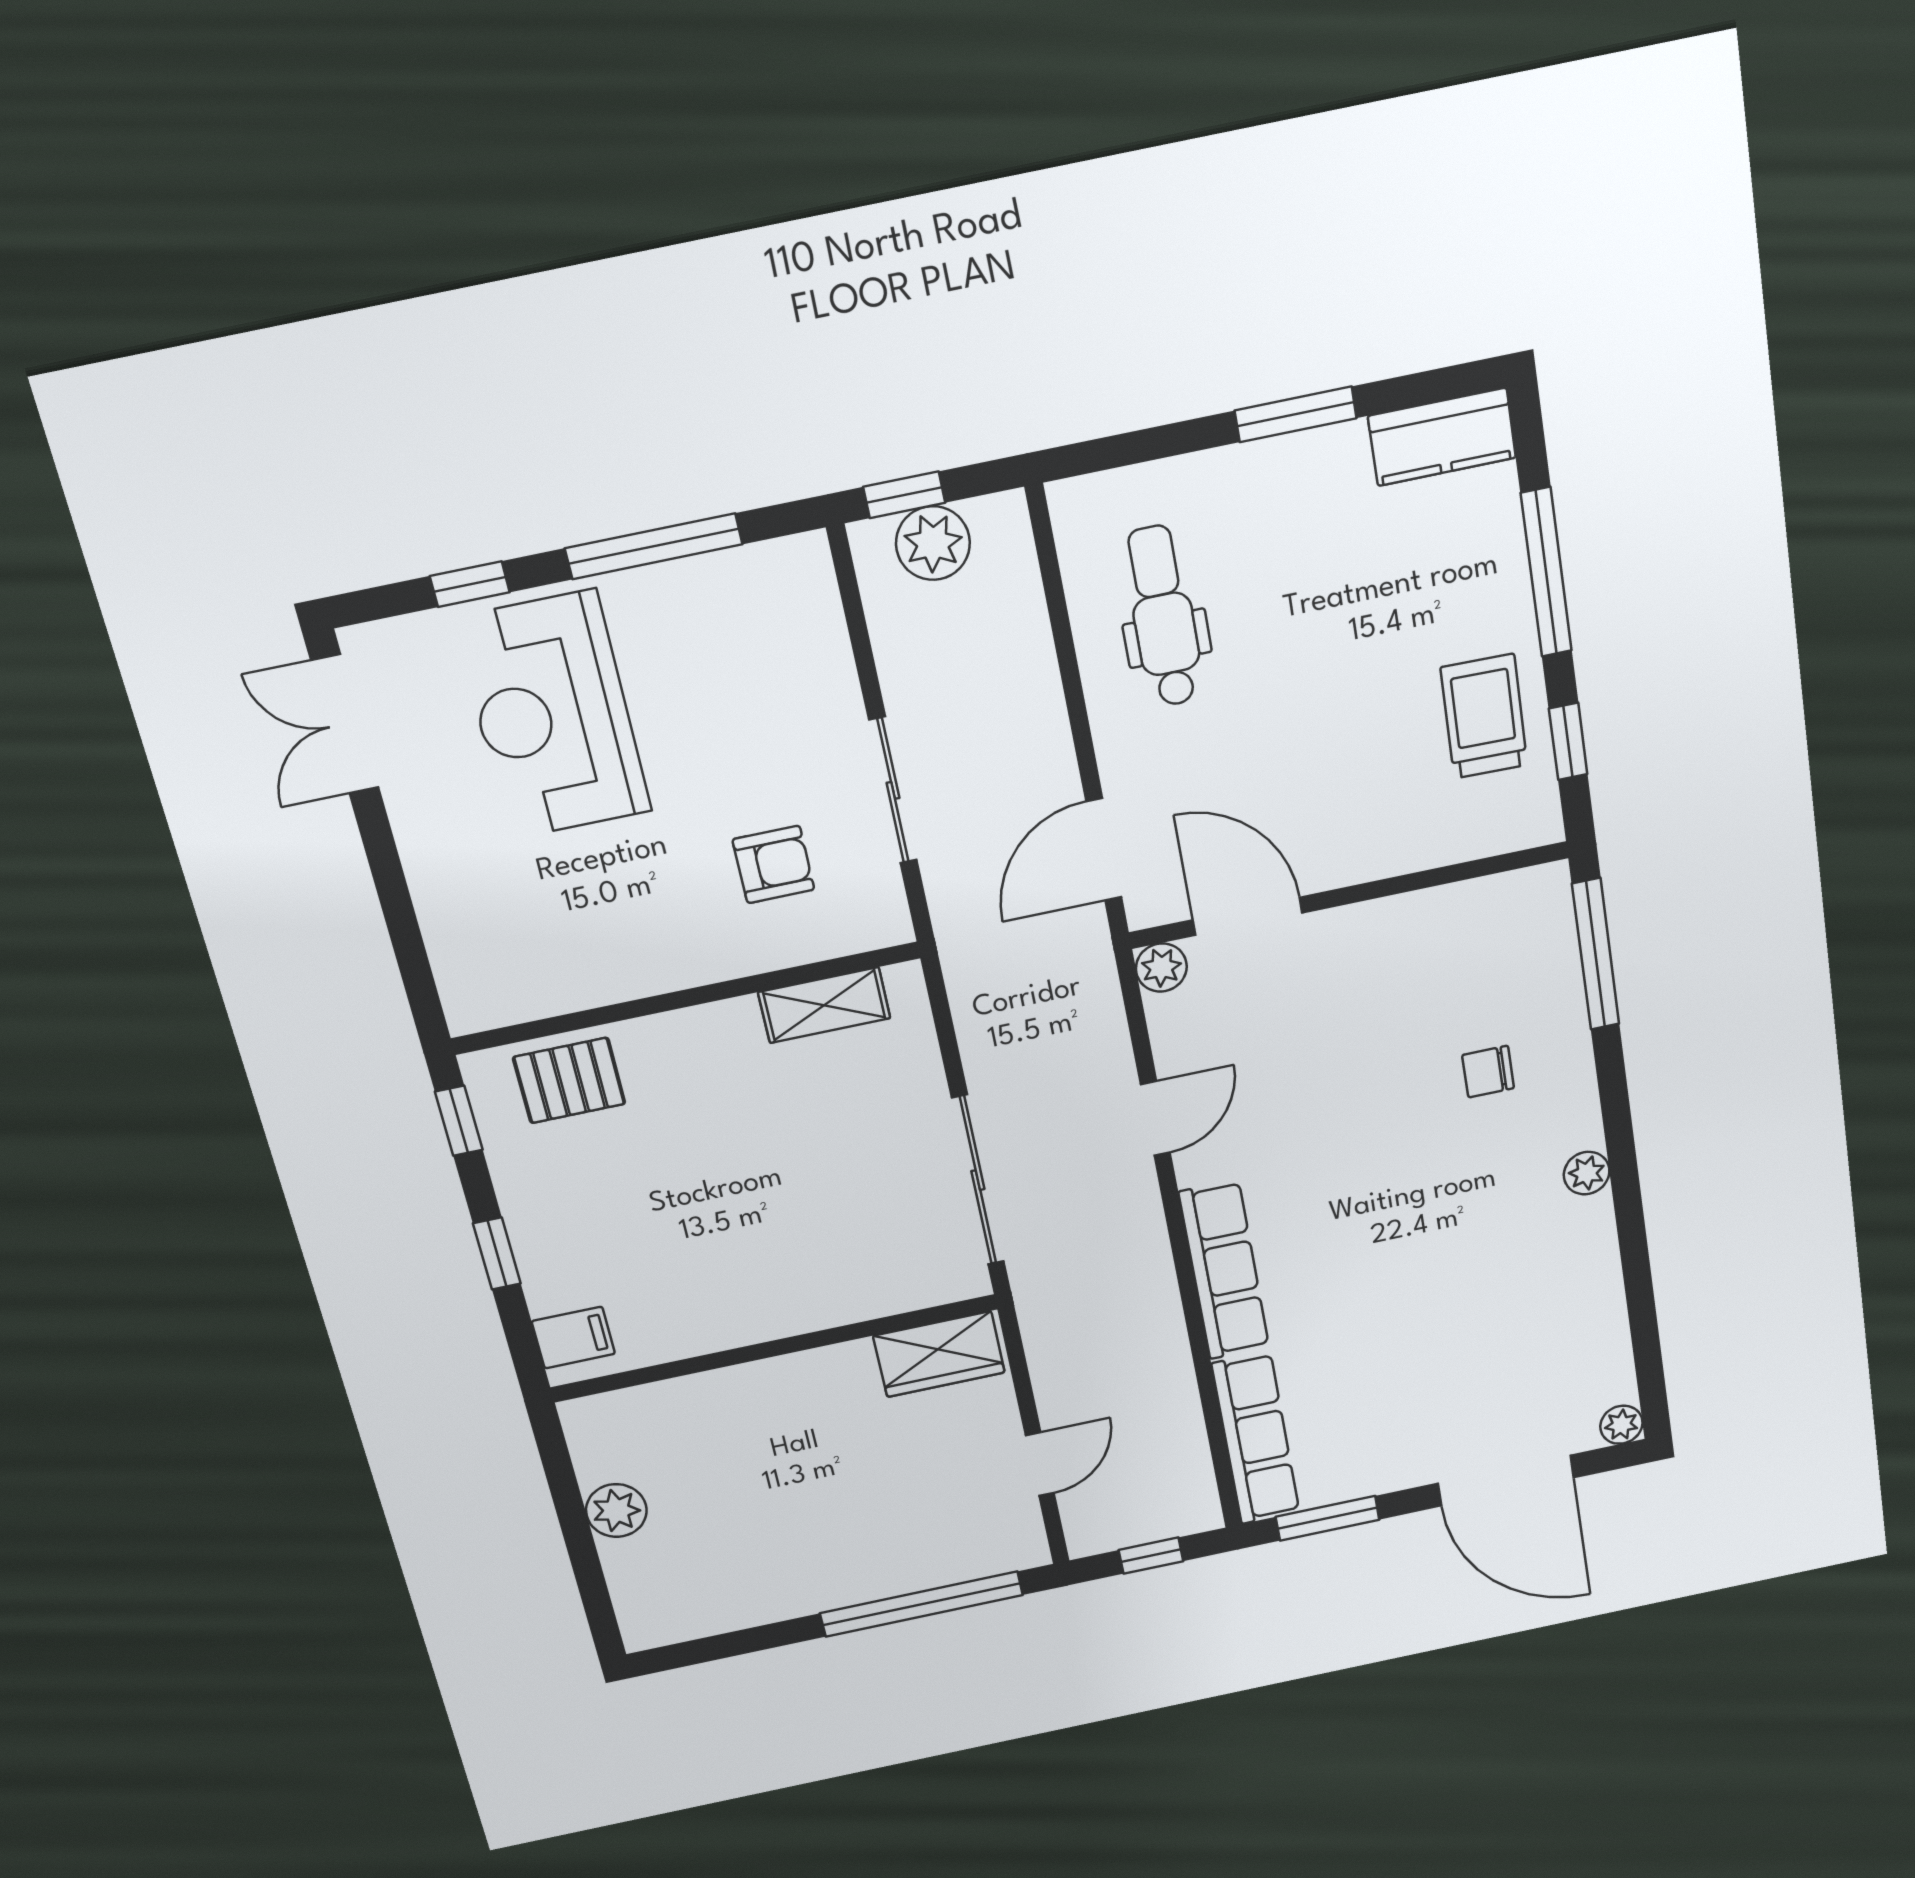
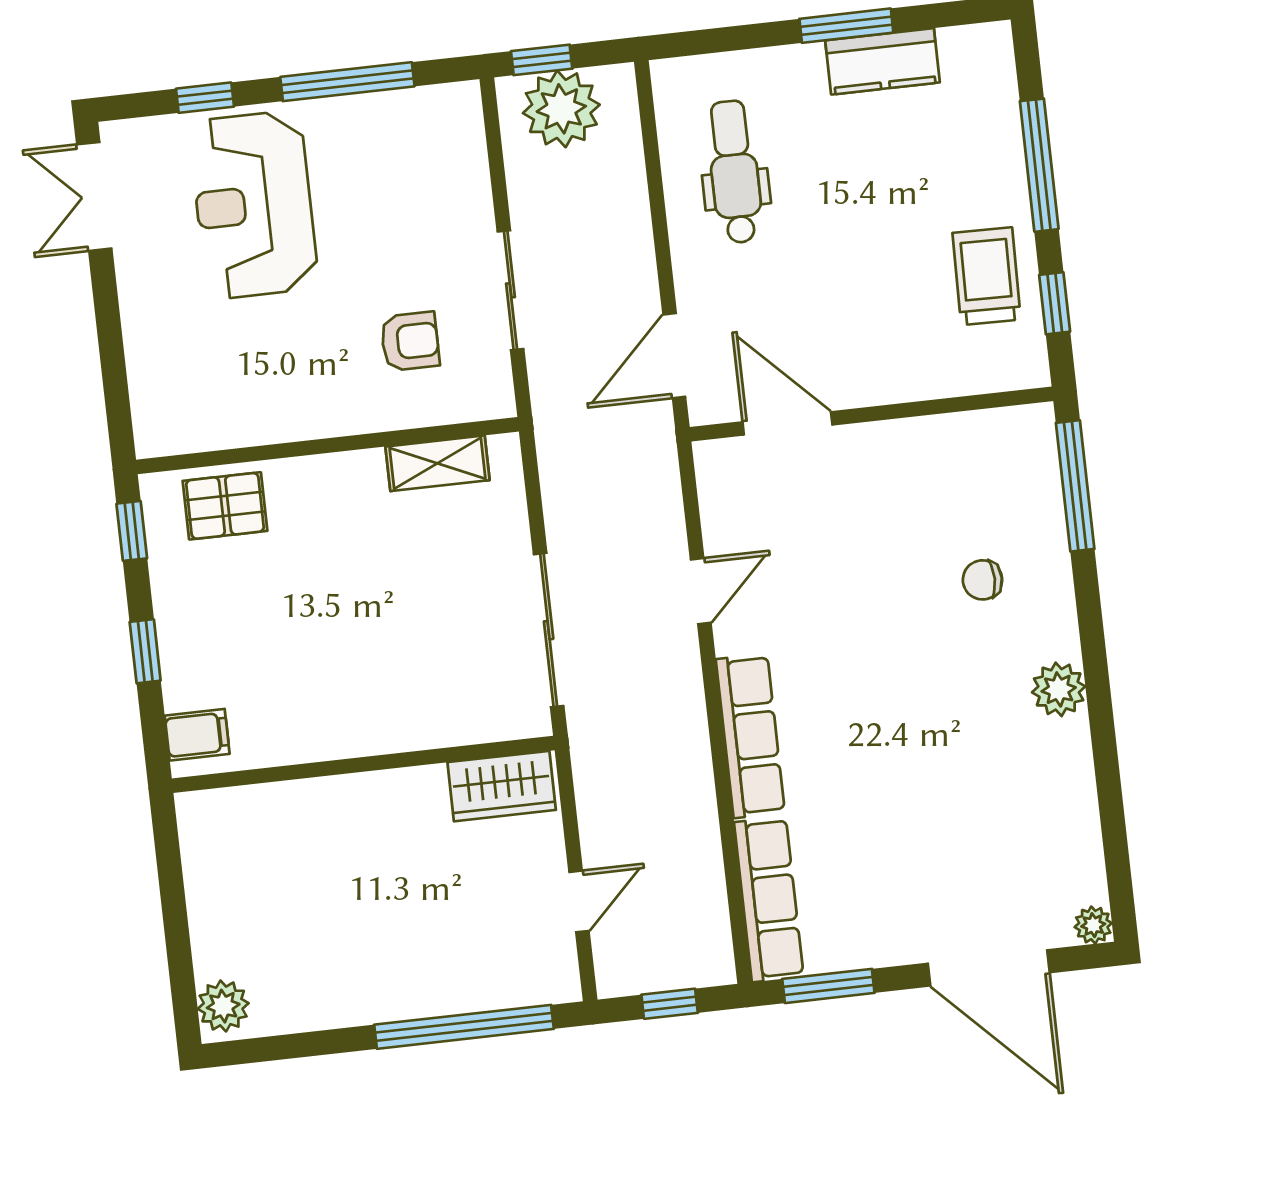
kitchen counter: (1442, 437) -> (882, 61), moved
plant: (933, 543) -> (561, 109), width x1.36, depth x1.36
plant: (1161, 968) -> (714, 460), removed
plant: (1587, 1173) -> (1059, 689), width x1.38, depth x1.38
plant: (616, 1511) -> (223, 1006), moved

